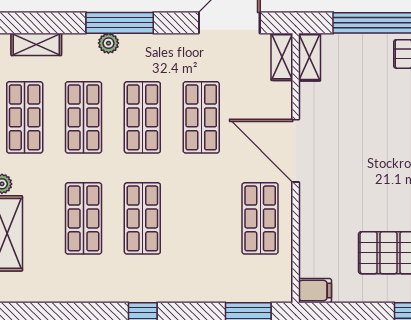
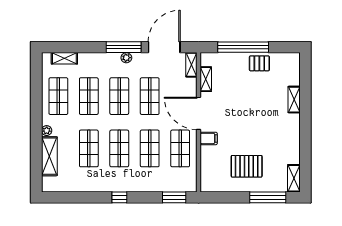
window: (120, 23) -> (124, 47), moved
plant: (108, 43) -> (126, 58), moved
shelving: (310, 57) -> (206, 79), moved
shop shelf: (201, 218) -> (150, 148), added
filing cabinet: (315, 291) -> (209, 138), moved

